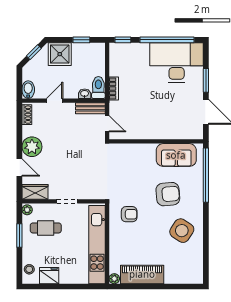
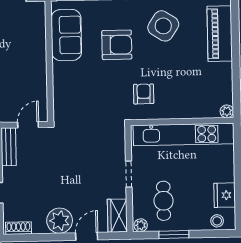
armchair: (168, 194) -> (117, 45), turned 95
piano: (142, 274) -> (220, 34), moved

